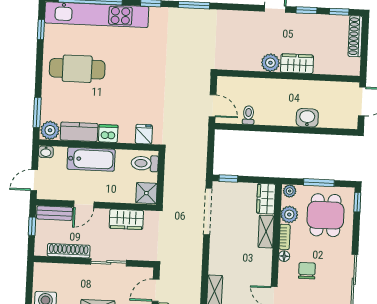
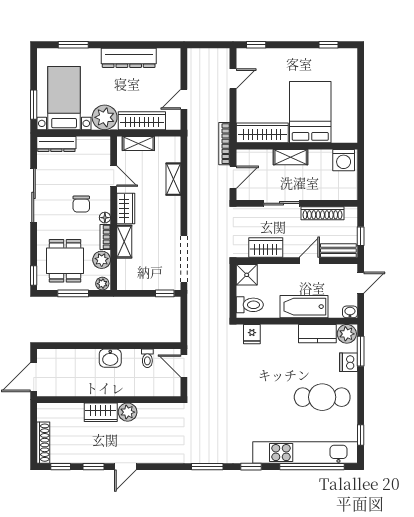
washbasin: (307, 118) -> (110, 358), moved
dishwasher: (108, 134) -> (348, 362), moved, turned 90
wardrobe: (266, 199) -> (126, 208), moved

